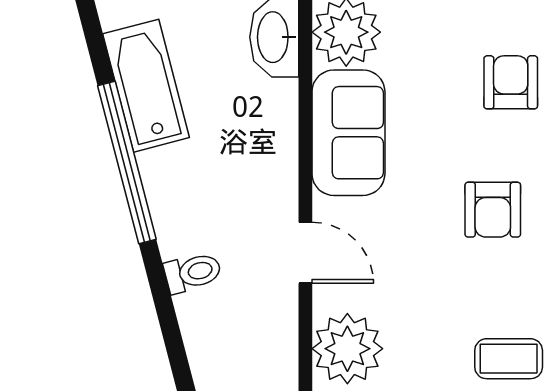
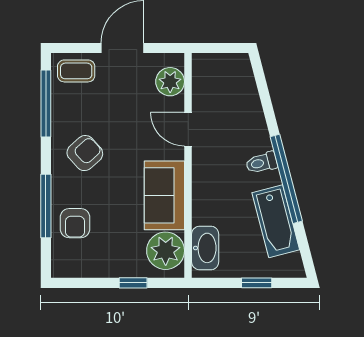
armchair: (493, 210) -> (85, 153), turned 48
toilet: (193, 273) -> (262, 163), moved
plant: (347, 349) -> (170, 82), width x0.73, depth x0.73

